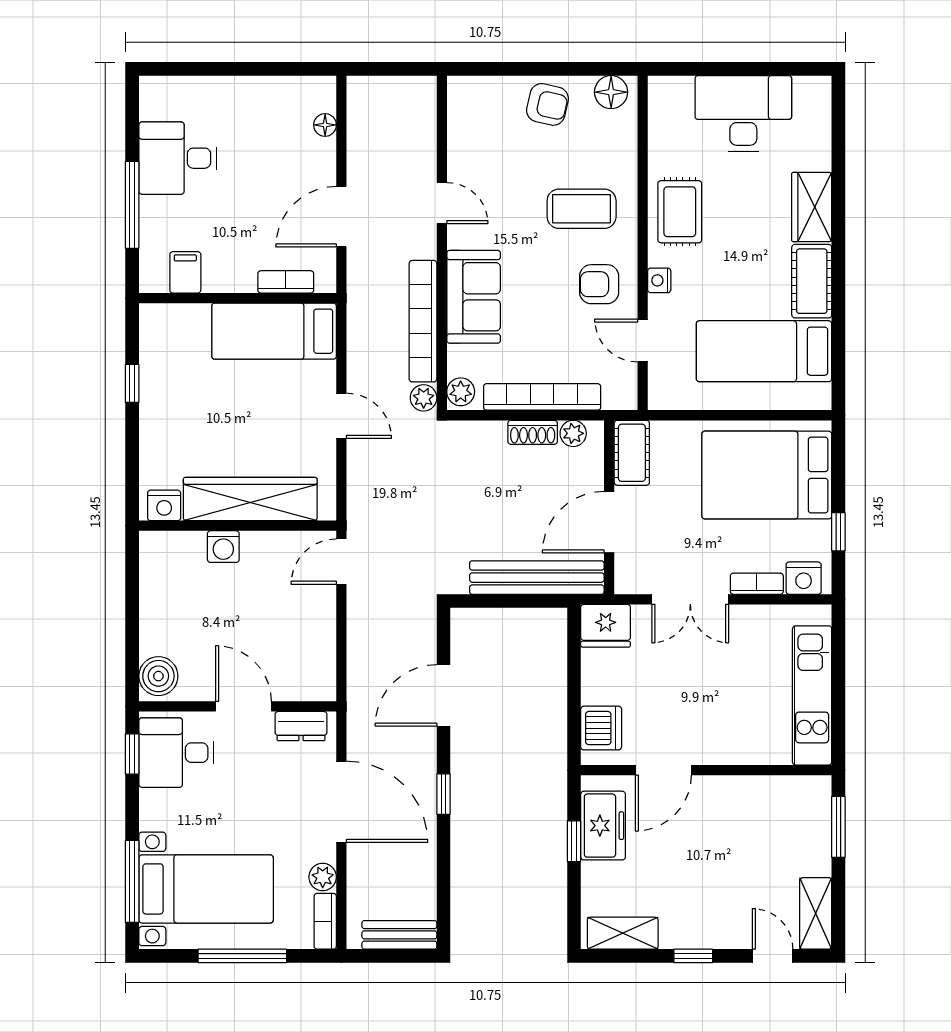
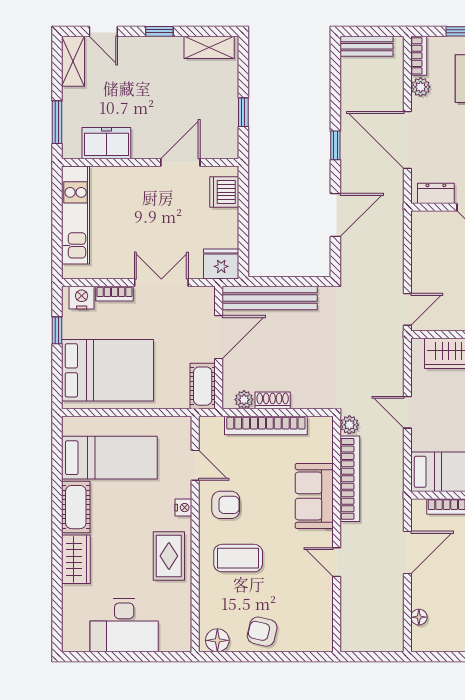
plant: (461, 392) -> (323, 429), removed
freezer: (603, 826) -> (106, 143), moved, turned 90

